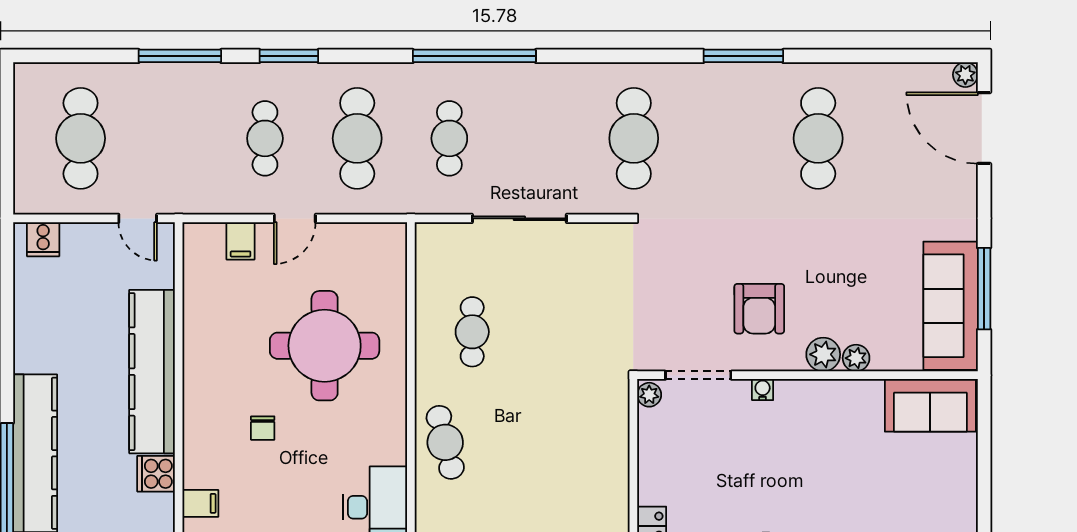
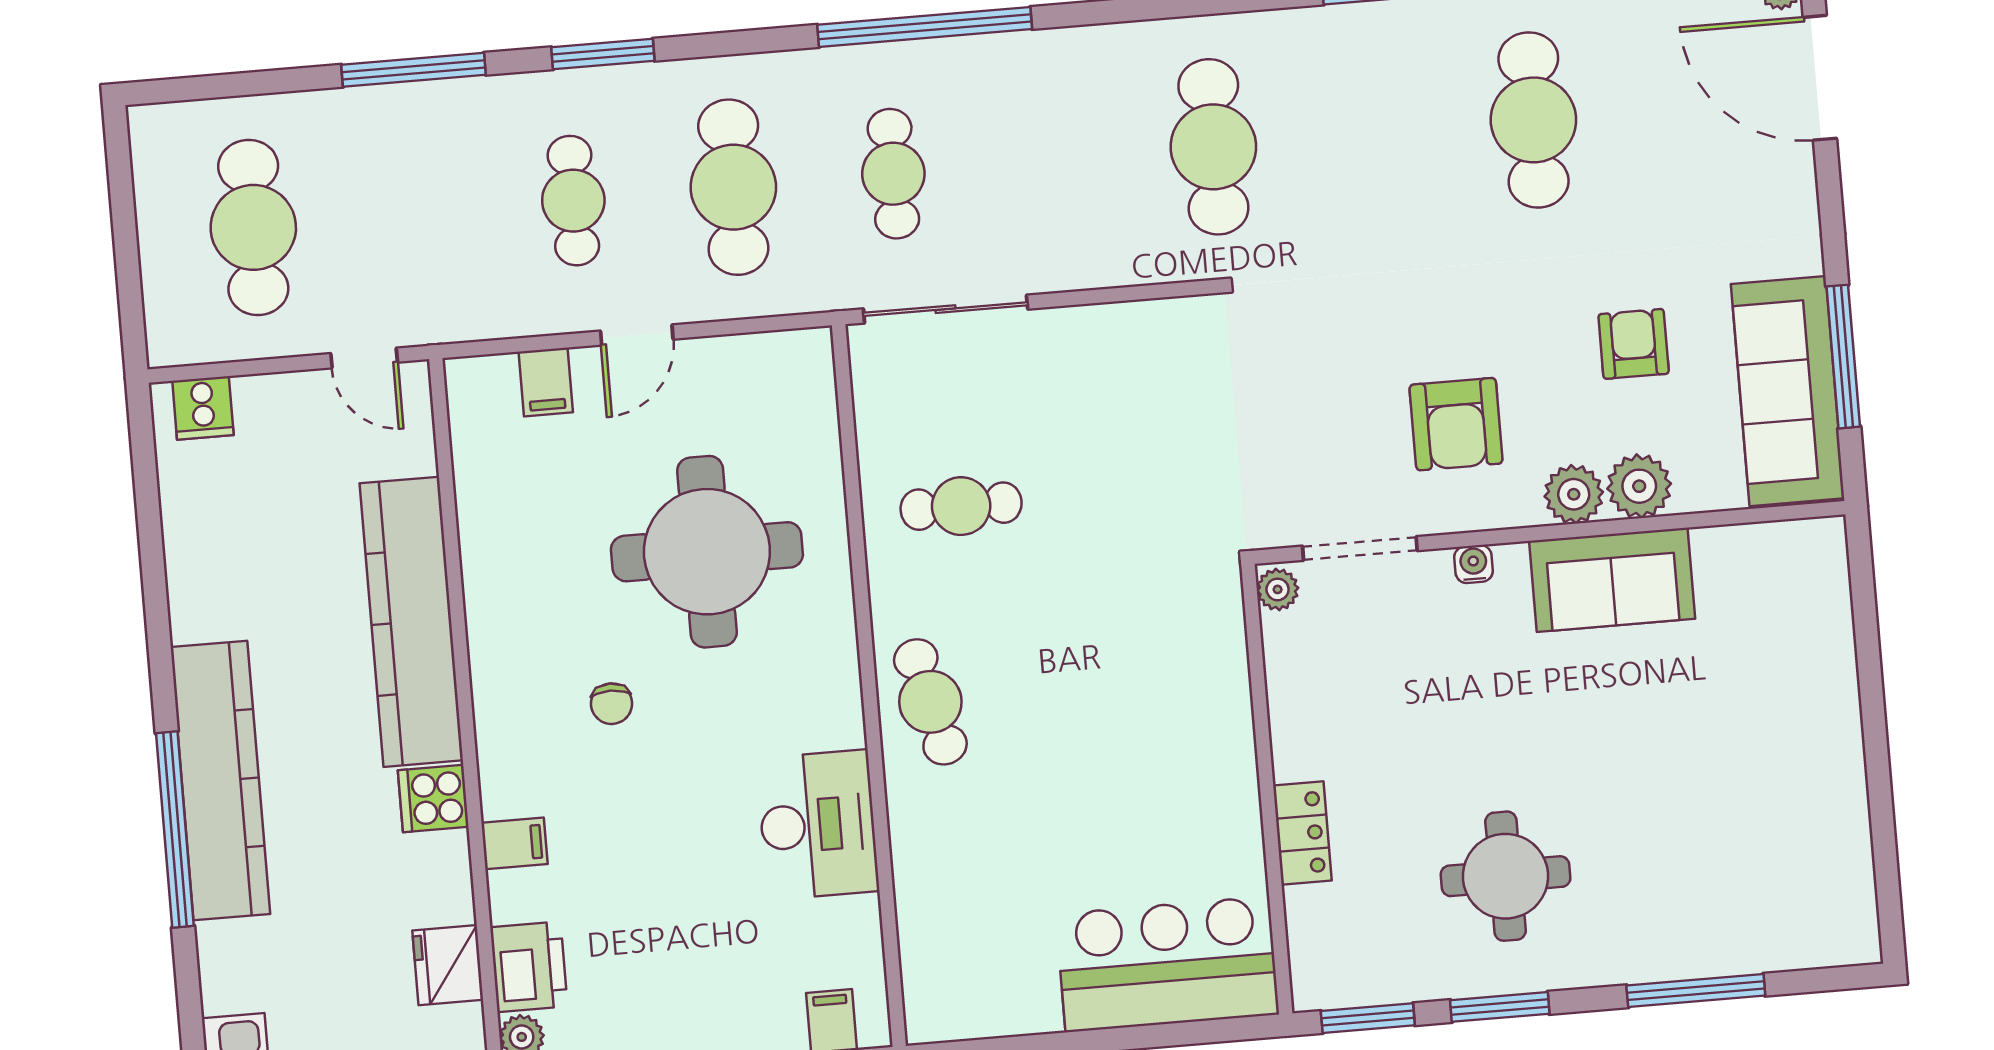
sliding door: (519, 218) -> (946, 309), moved
armchair: (865, 271) -> (1634, 344), added
cafe table: (472, 332) -> (961, 506), turned 90
plant: (856, 358) -> (1639, 486), width x1.38, depth x1.38
sofa: (930, 405) -> (1612, 580), moved

